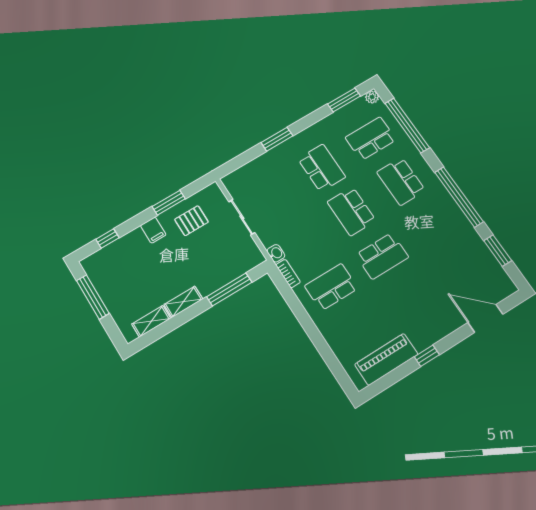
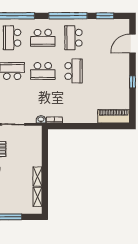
school desk: (331, 287) -> (74, 38), moved
window: (229, 289) -> (45, 152), removed
piano: (386, 359) -> (114, 116), moved, turned 90

